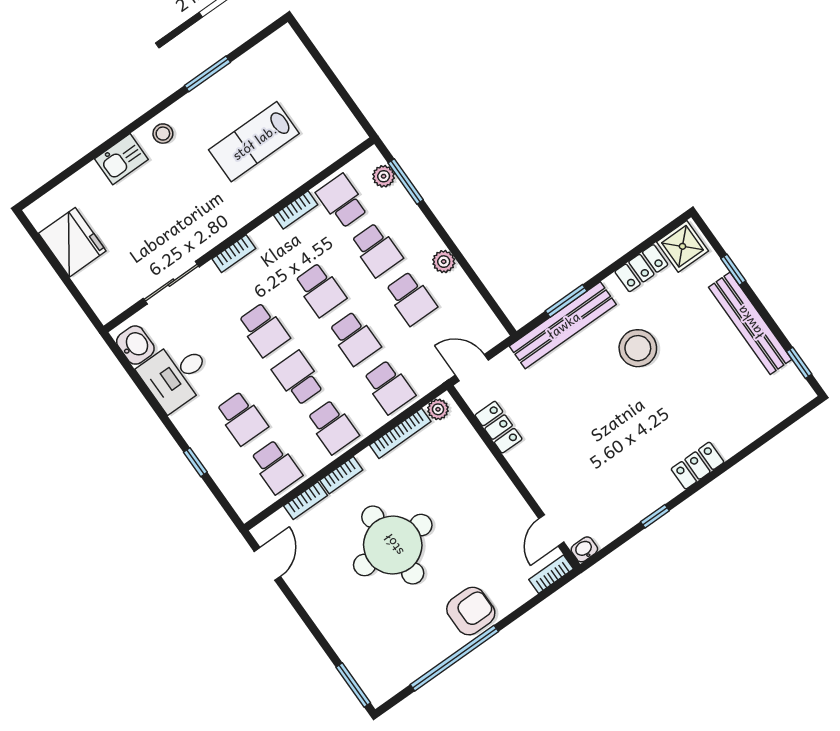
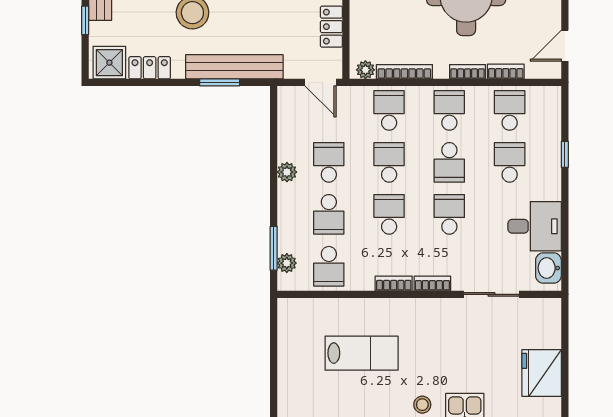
bookcase: (296, 210) -> (394, 283), moved
school desk: (377, 250) -> (329, 214), turned 180

